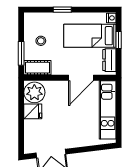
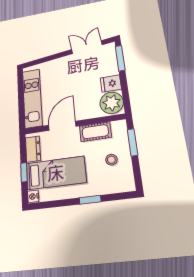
cot: (37, 68) -> (95, 132), moved
window: (21, 135) -> (120, 58), added

